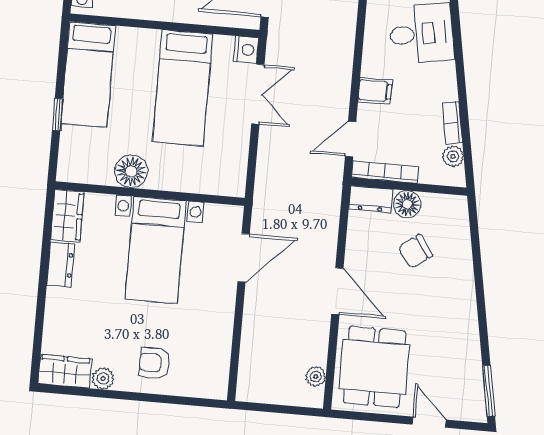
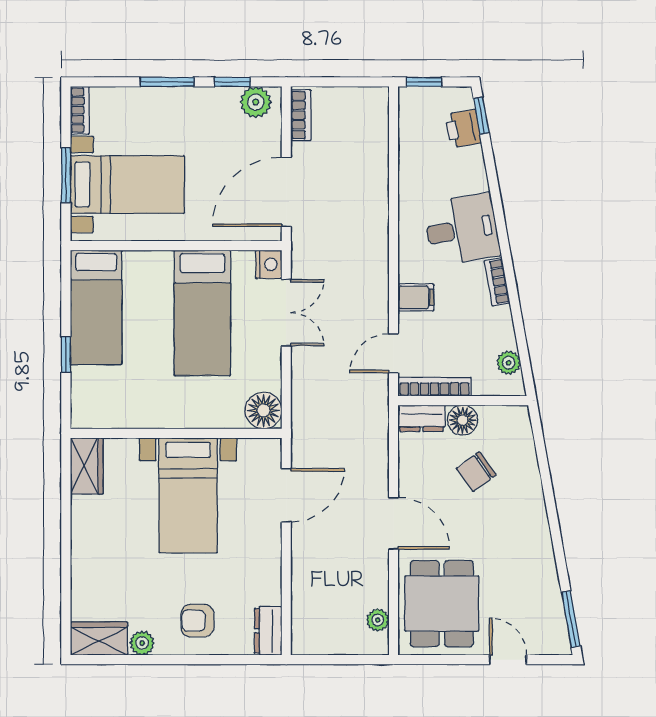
bookcase: (452, 123) -> (497, 282), moved
floor lamp: (131, 171) -> (264, 411), moved
dresser: (61, 265) -> (268, 631), moved, turned 180

